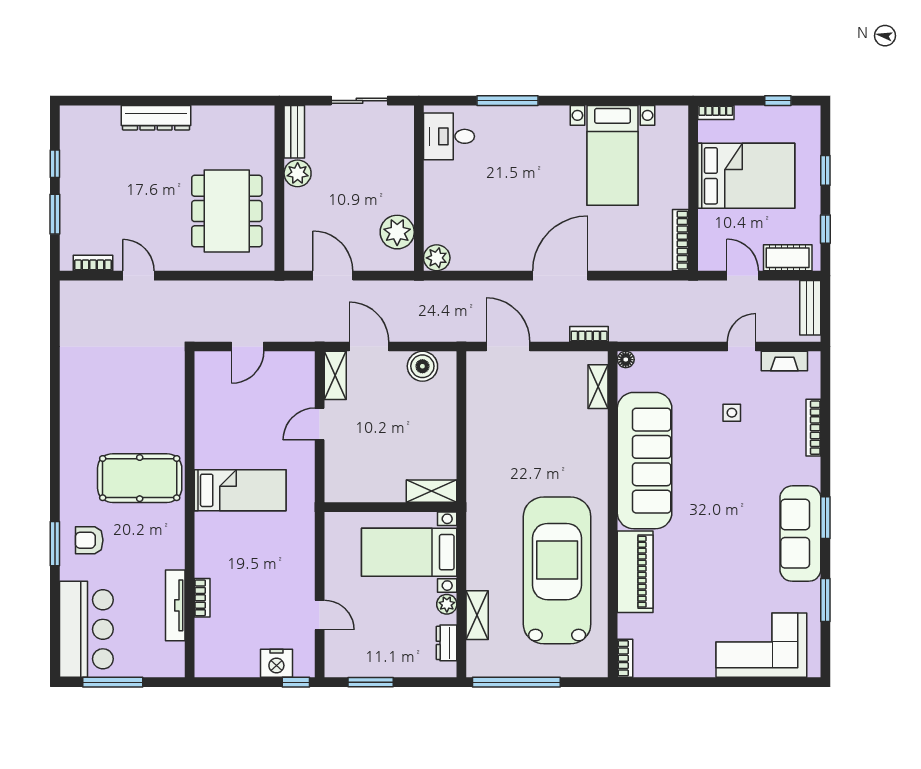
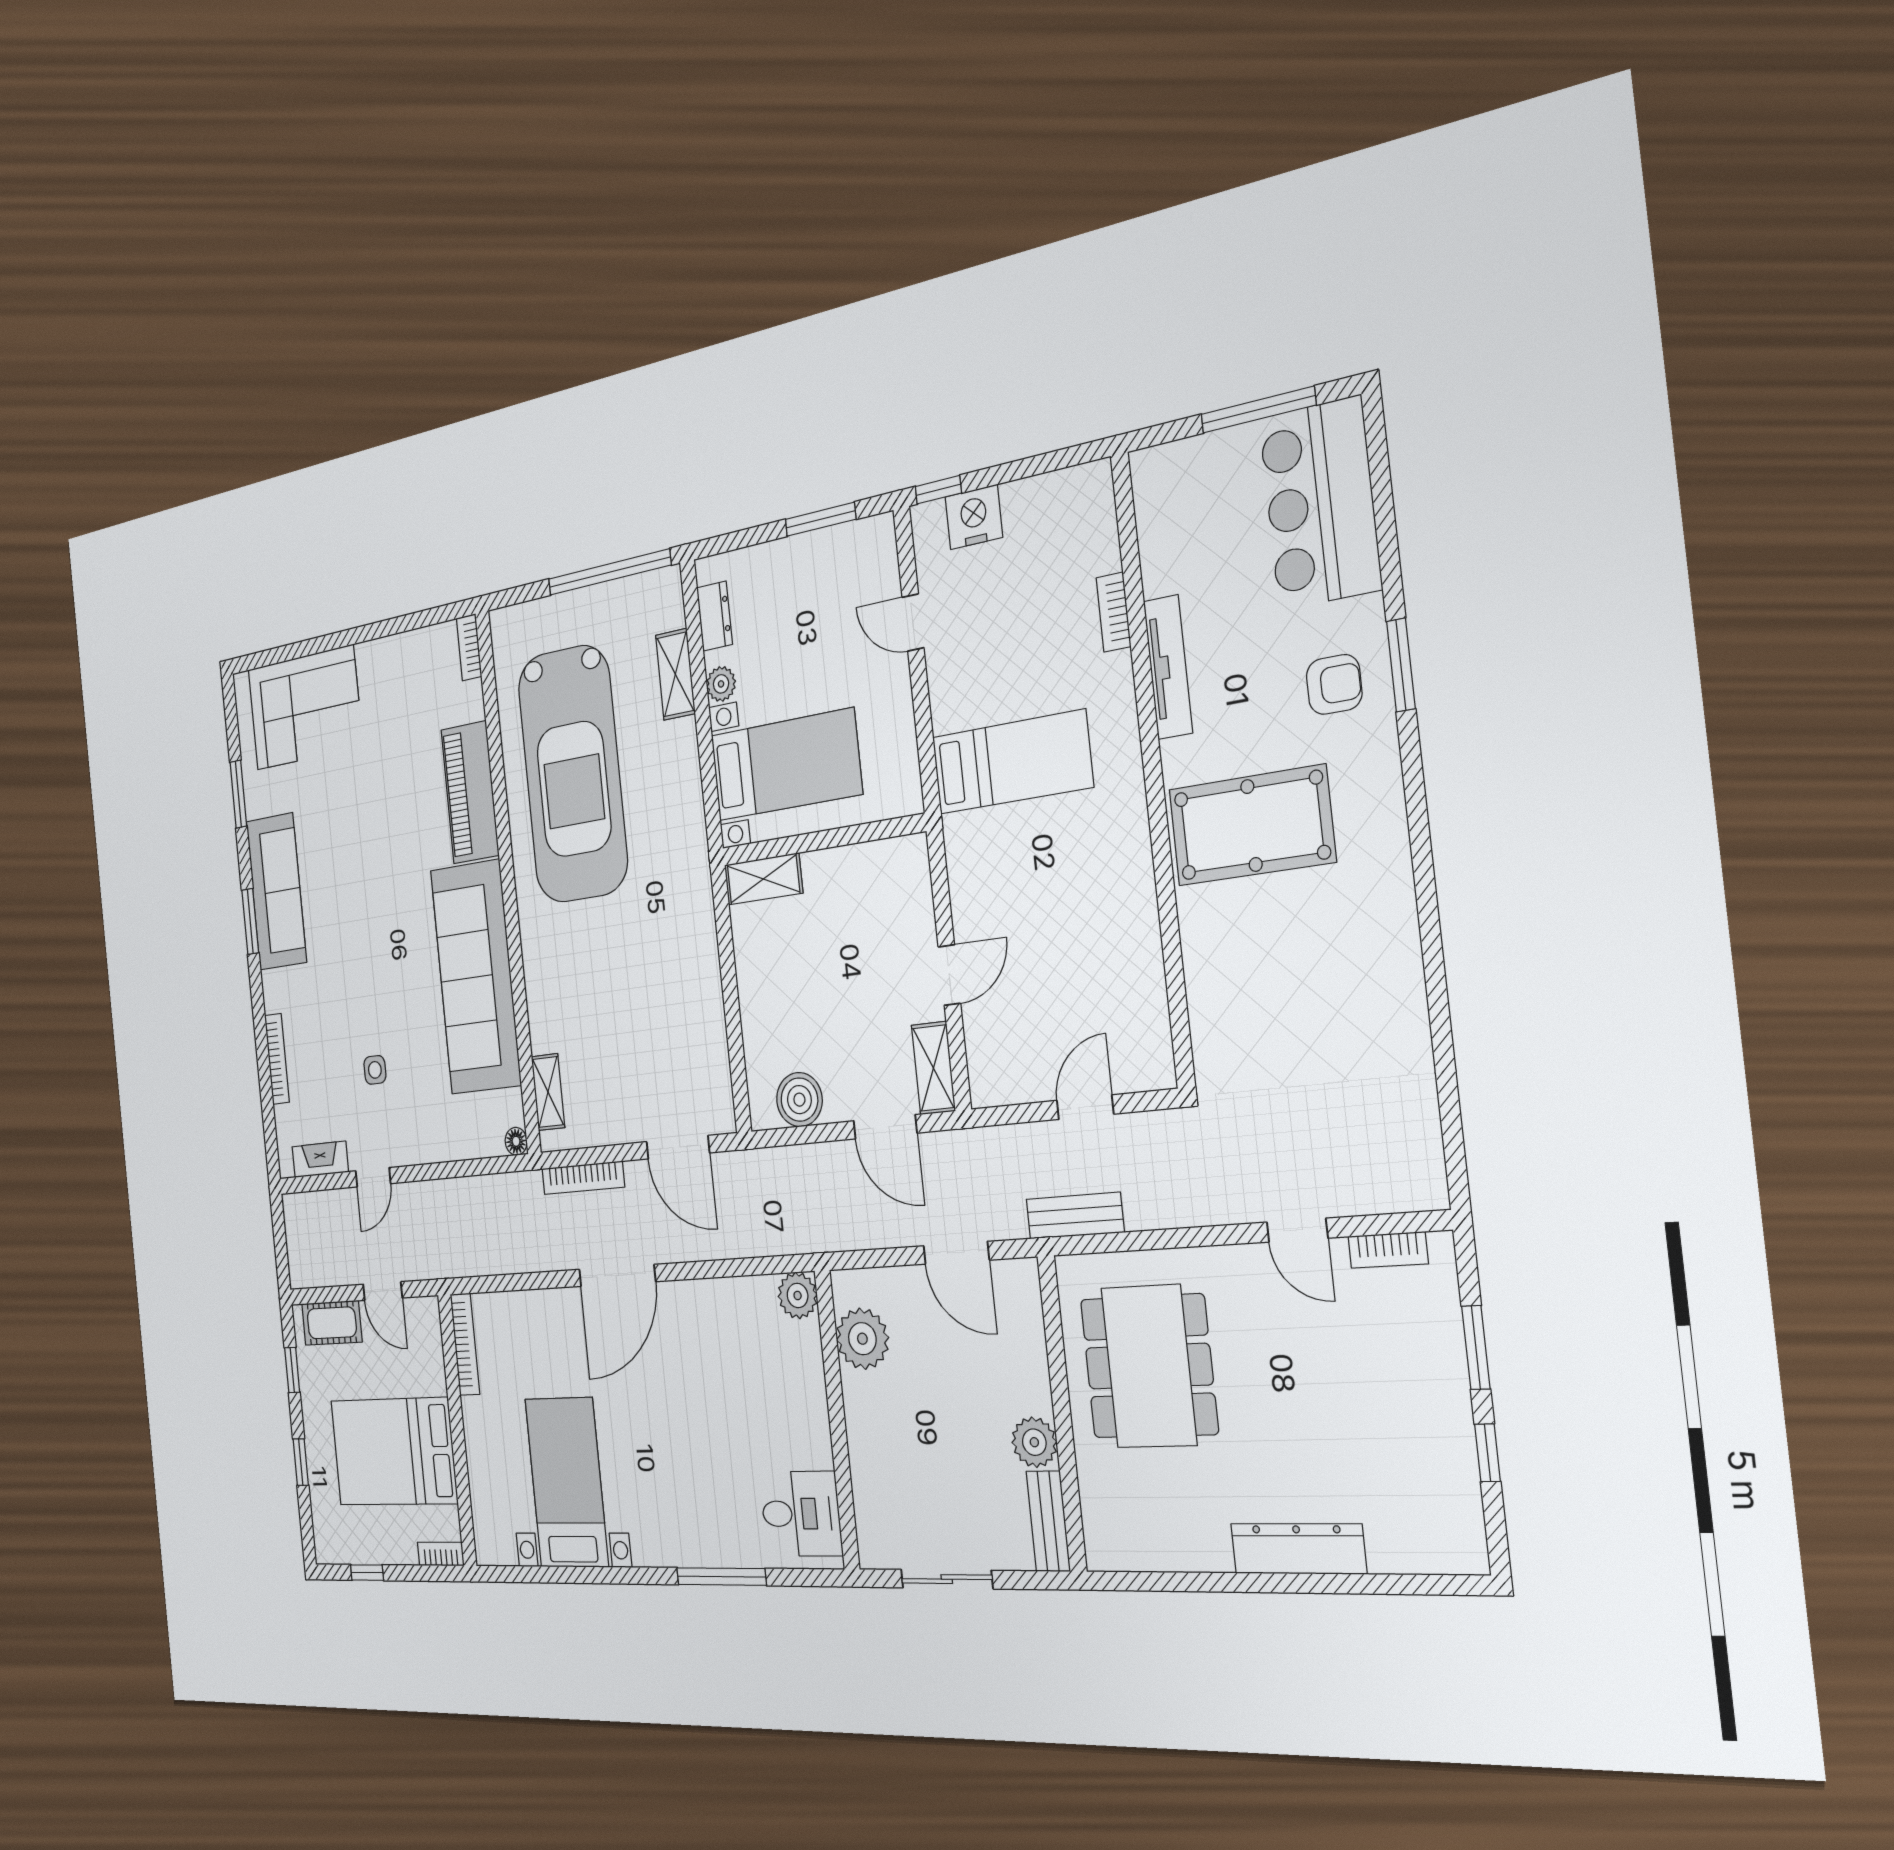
bench: (810, 308) -> (1075, 1216), moved, turned 90
bookcase: (589, 334) -> (583, 1178), width x1.56
bed: (240, 490) -> (1012, 762), moved, turned 180
tv unit: (175, 605) -> (1168, 667), moved

